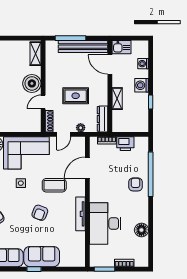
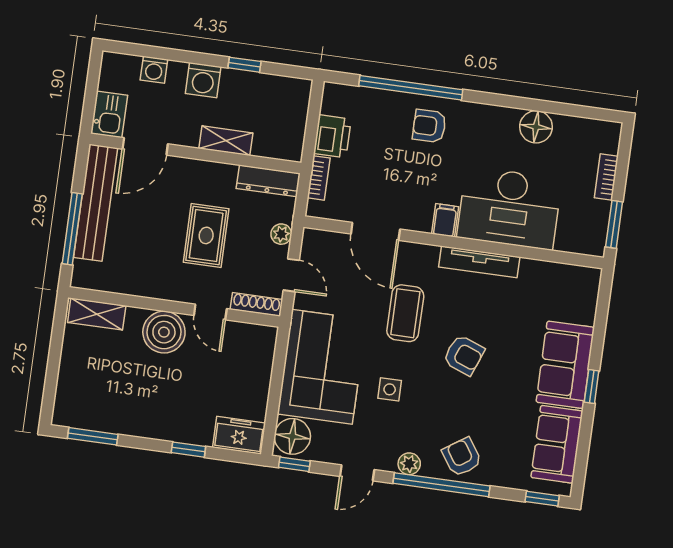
filing cabinet: (96, 197) -> (445, 220), added

